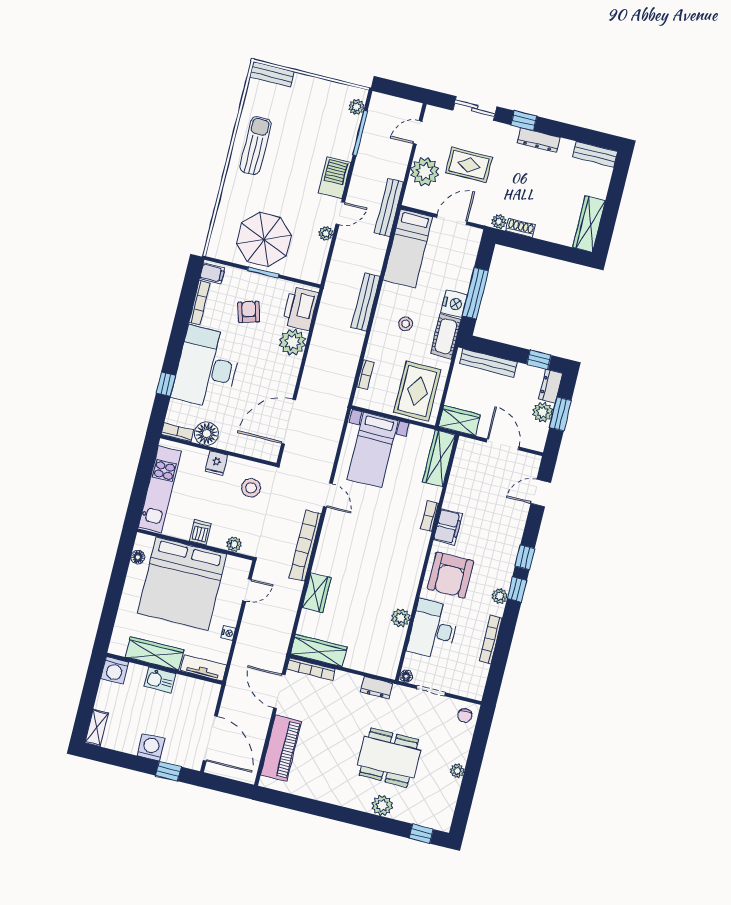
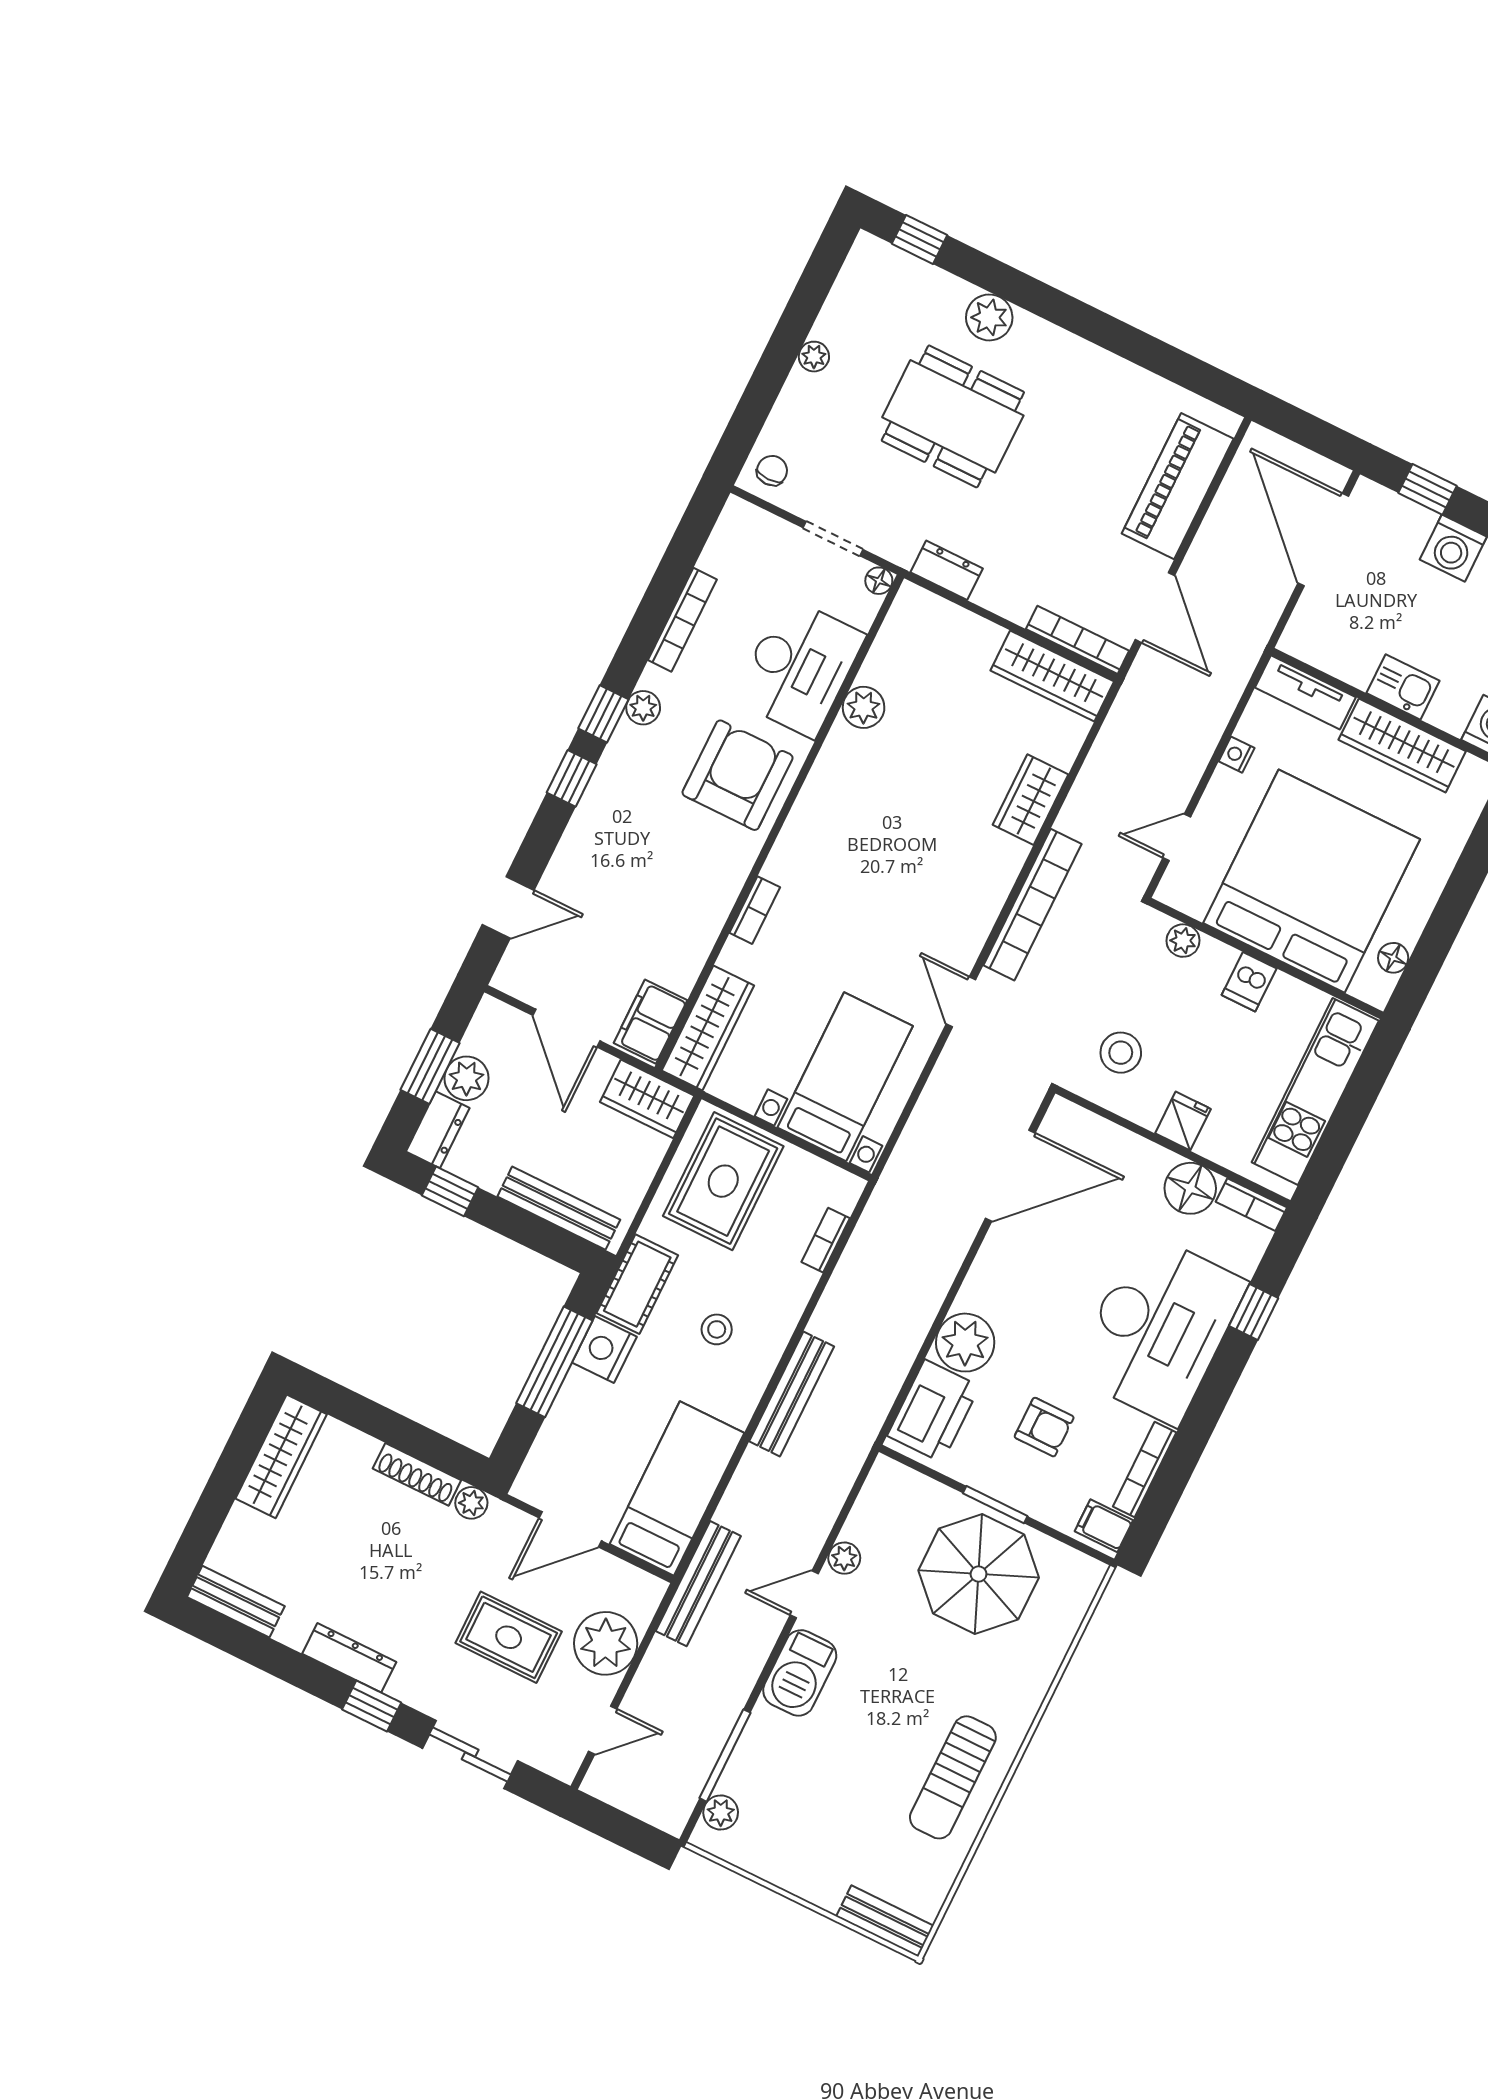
shoe rack: (520, 228) -> (417, 1474), width x1.43
armchair: (249, 312) -> (1044, 1427), turned -74
filing cabinet: (448, 527) -> (650, 1022), moved

